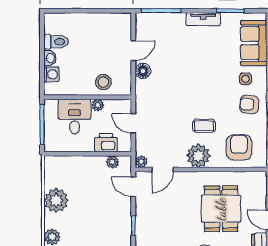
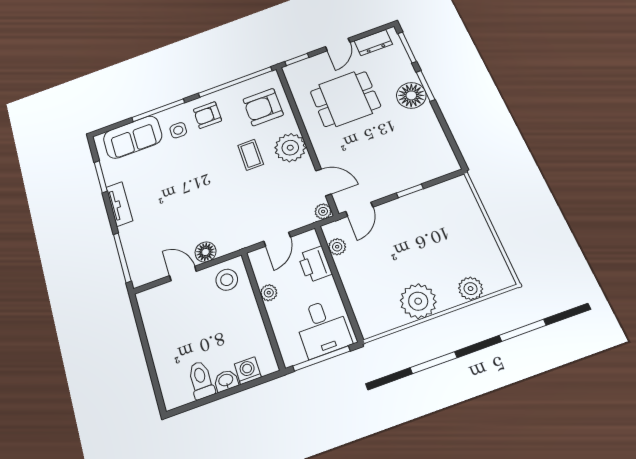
stool: (103, 82) -> (227, 280), moved
armchair: (249, 104) -> (207, 115), turned 85
desk: (74, 117) -> (322, 328), moved, turned -90

